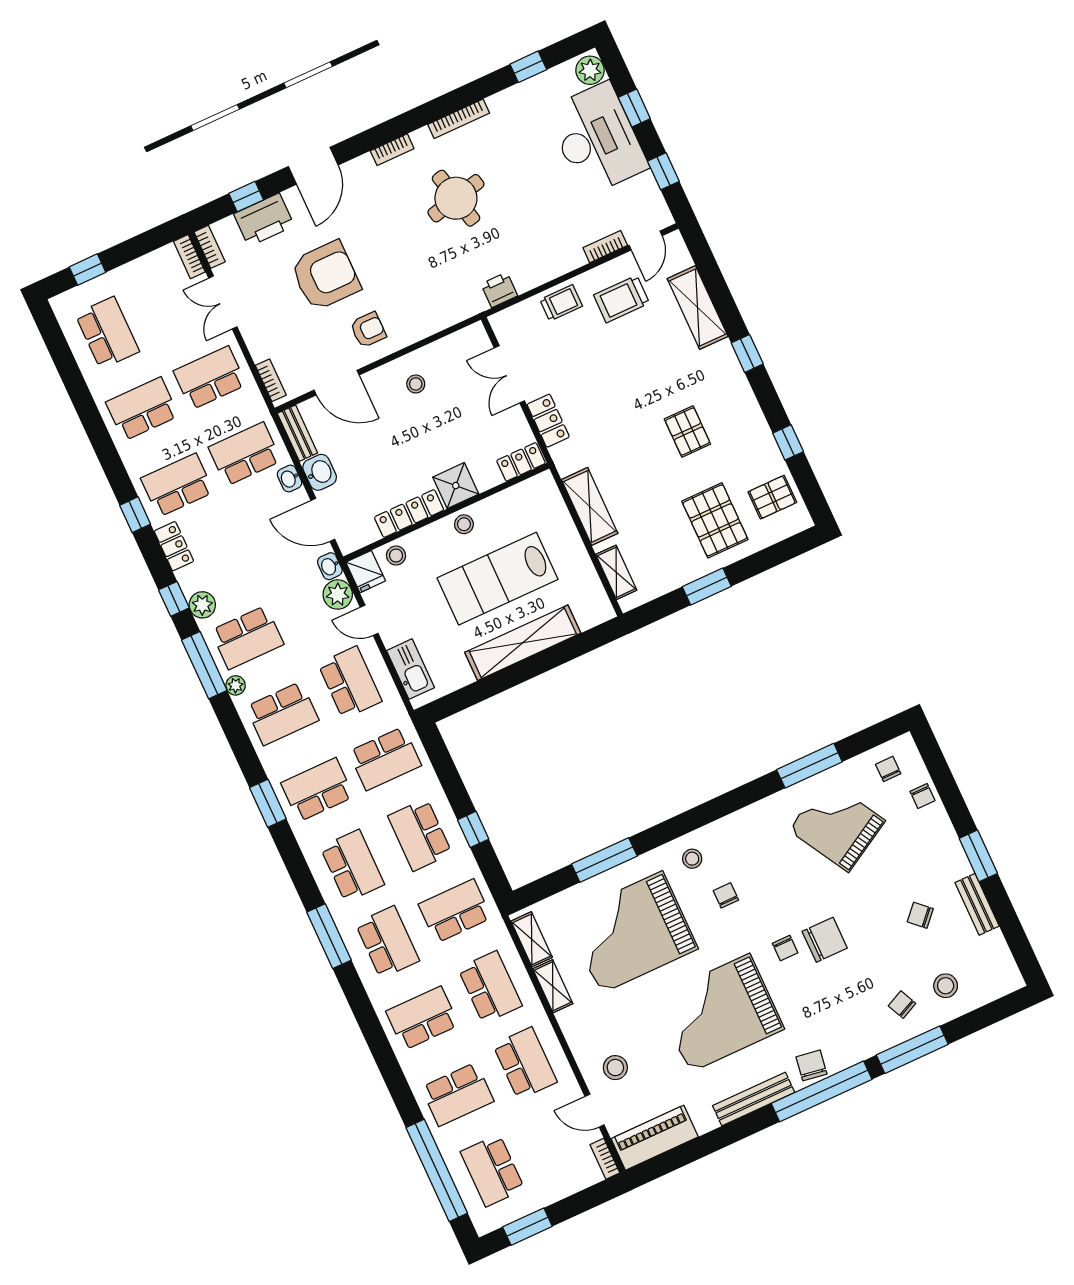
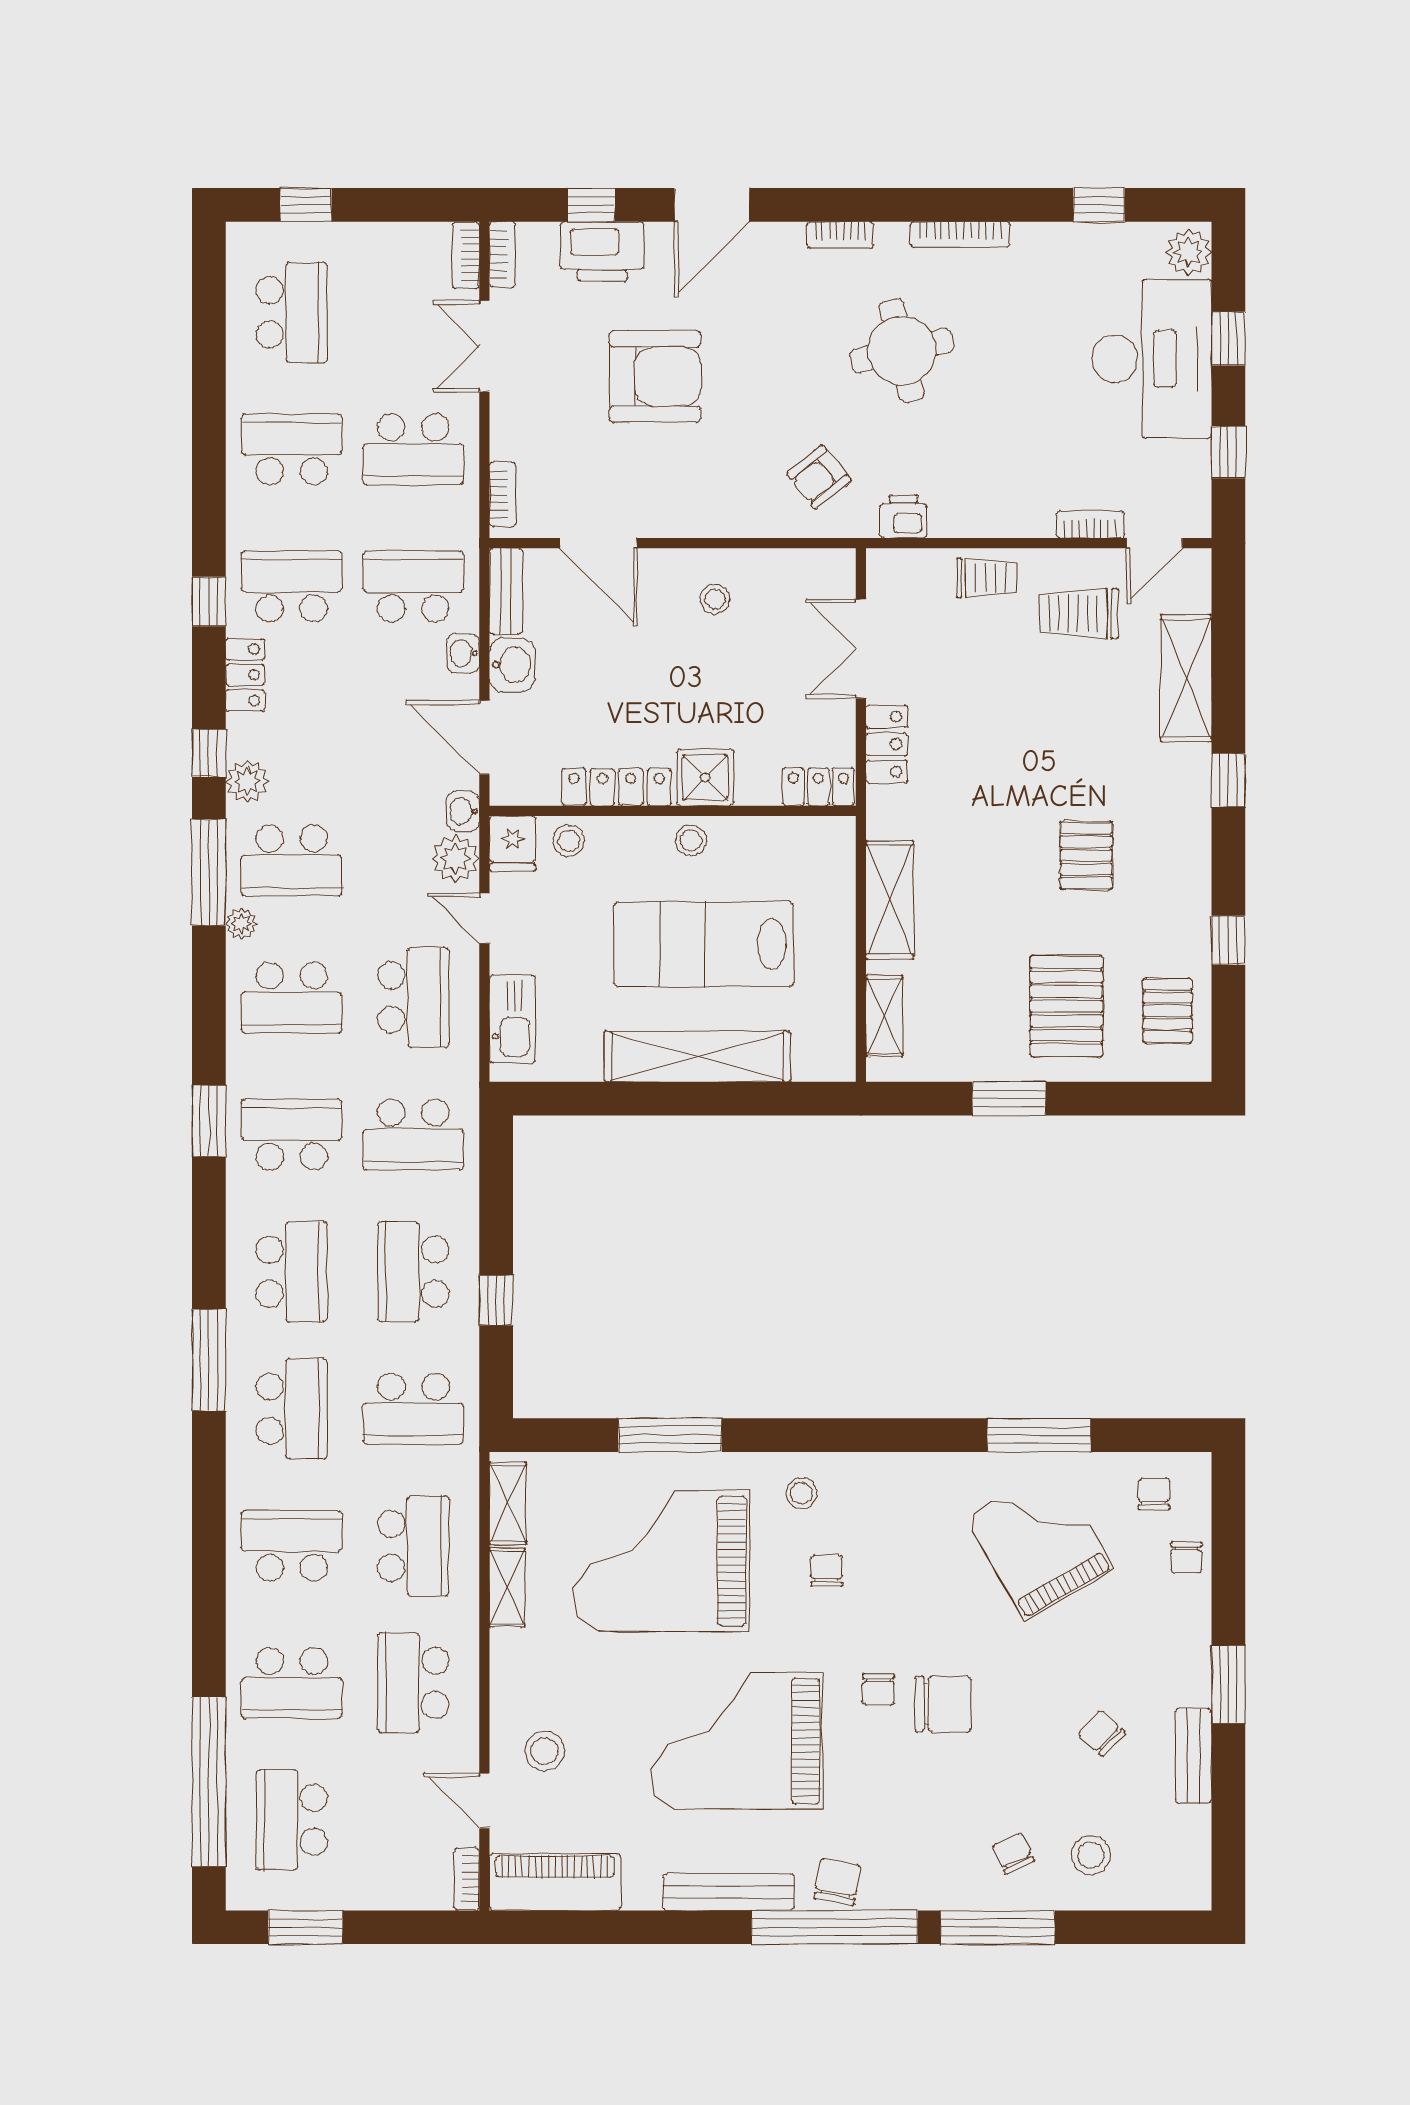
armchair: (368, 330) -> (819, 477), moved, turned 141
school desk: (210, 378) -> (413, 449), turned 180
pallet: (772, 497) -> (1167, 1011), turned 90
school desk: (455, 911) -> (413, 1409), turned 180
school desk: (525, 1063) -> (413, 1683), turned 180

